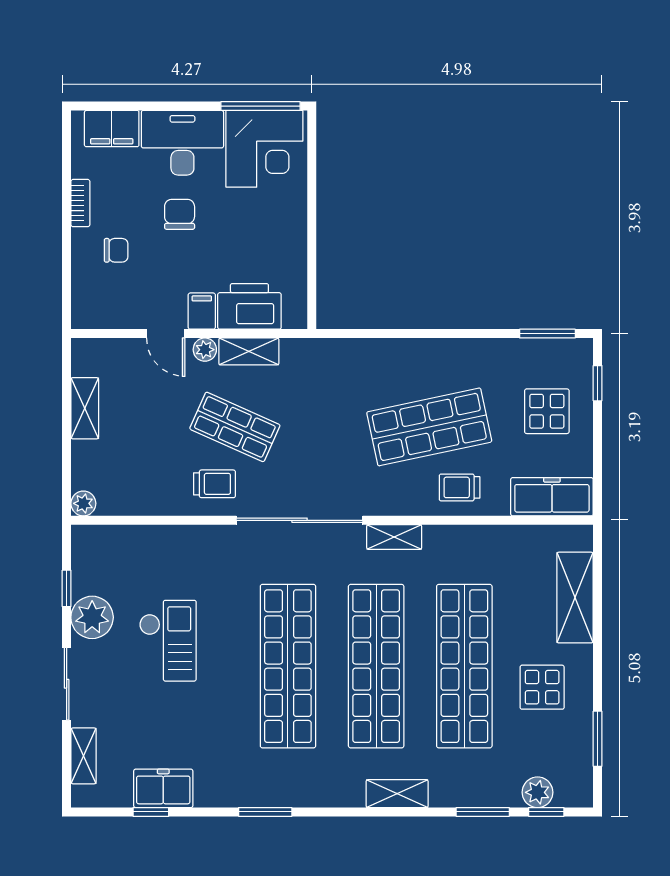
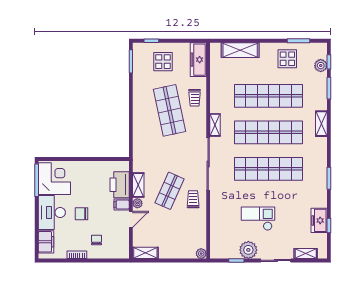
shelving: (85, 408) -> (145, 253), moved
display table: (542, 687) -> (287, 59), moved

